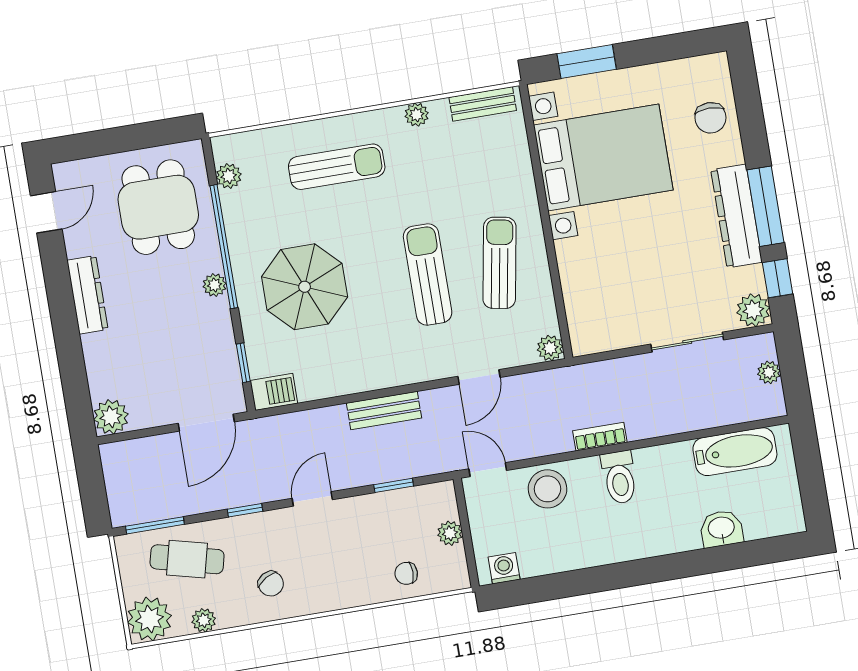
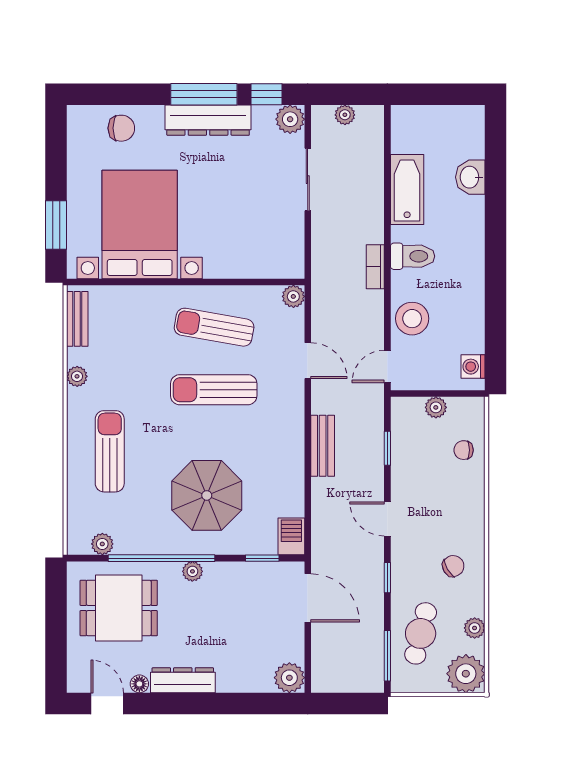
floor lamp: (75, 246) -> (139, 684), added
bathtub: (735, 452) -> (407, 189), moved
chair: (406, 573) -> (464, 450), turned 90

